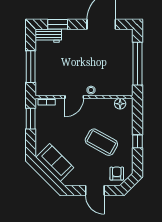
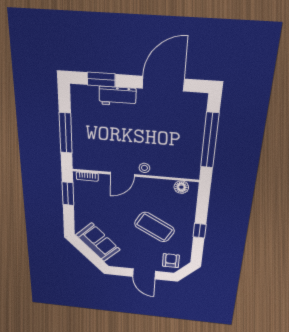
workbench: (48, 36) -> (117, 96), moved

